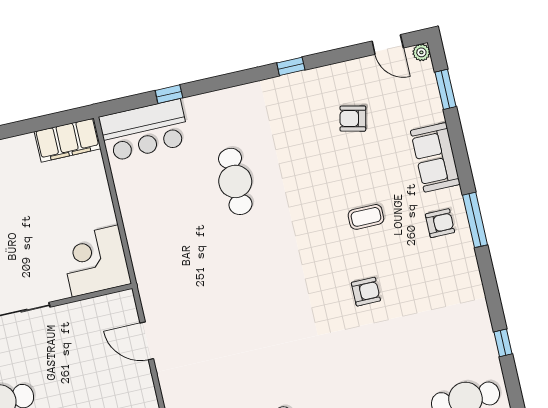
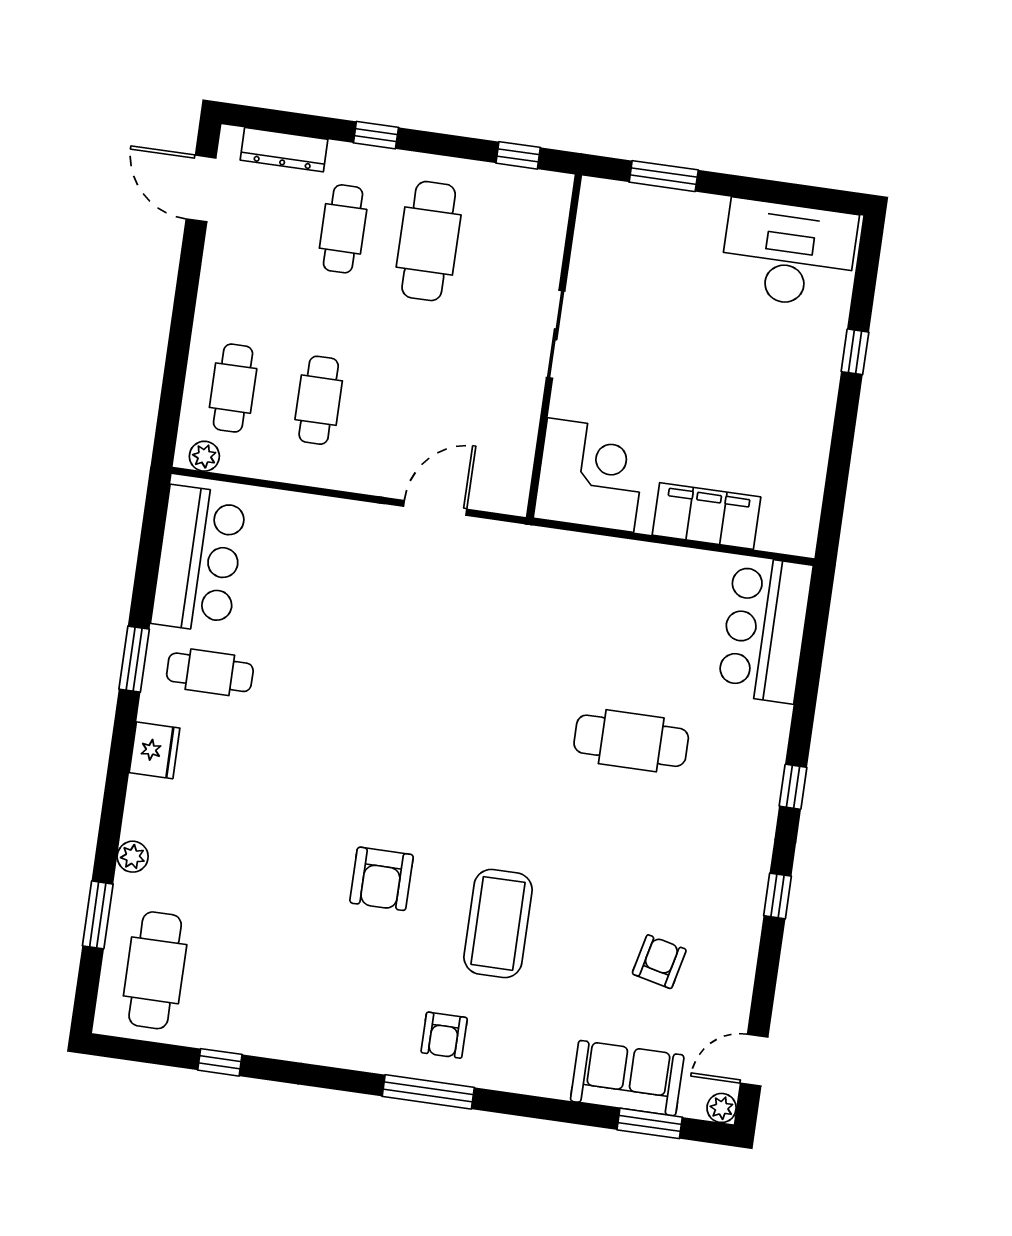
window: (169, 94) -> (793, 787), moved
filing cabinet: (68, 140) -> (706, 516), moved, turned 90
sofa: (435, 157) -> (627, 1078), moved
coffee table: (366, 217) -> (498, 923), width x1.86, depth x1.72
armchair: (366, 292) -> (382, 879), width x1.38, depth x1.38

